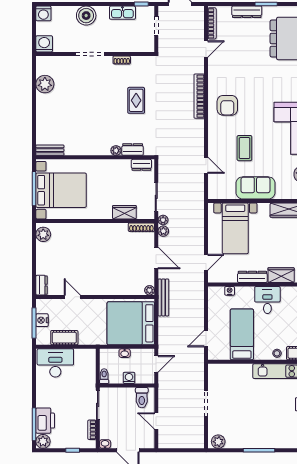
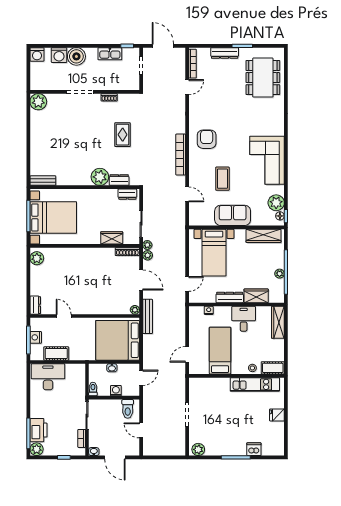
washing machine: (44, 44) -> (59, 55), moved, turned 180
plant: (45, 84) -> (38, 102), moved
bookcase: (199, 96) -> (181, 155), moved
armchair: (227, 105) -> (207, 139), turned 180
plant: (116, 151) -> (100, 177), width x1.87, depth x1.87
dishwasher: (279, 441) -> (254, 449), added

